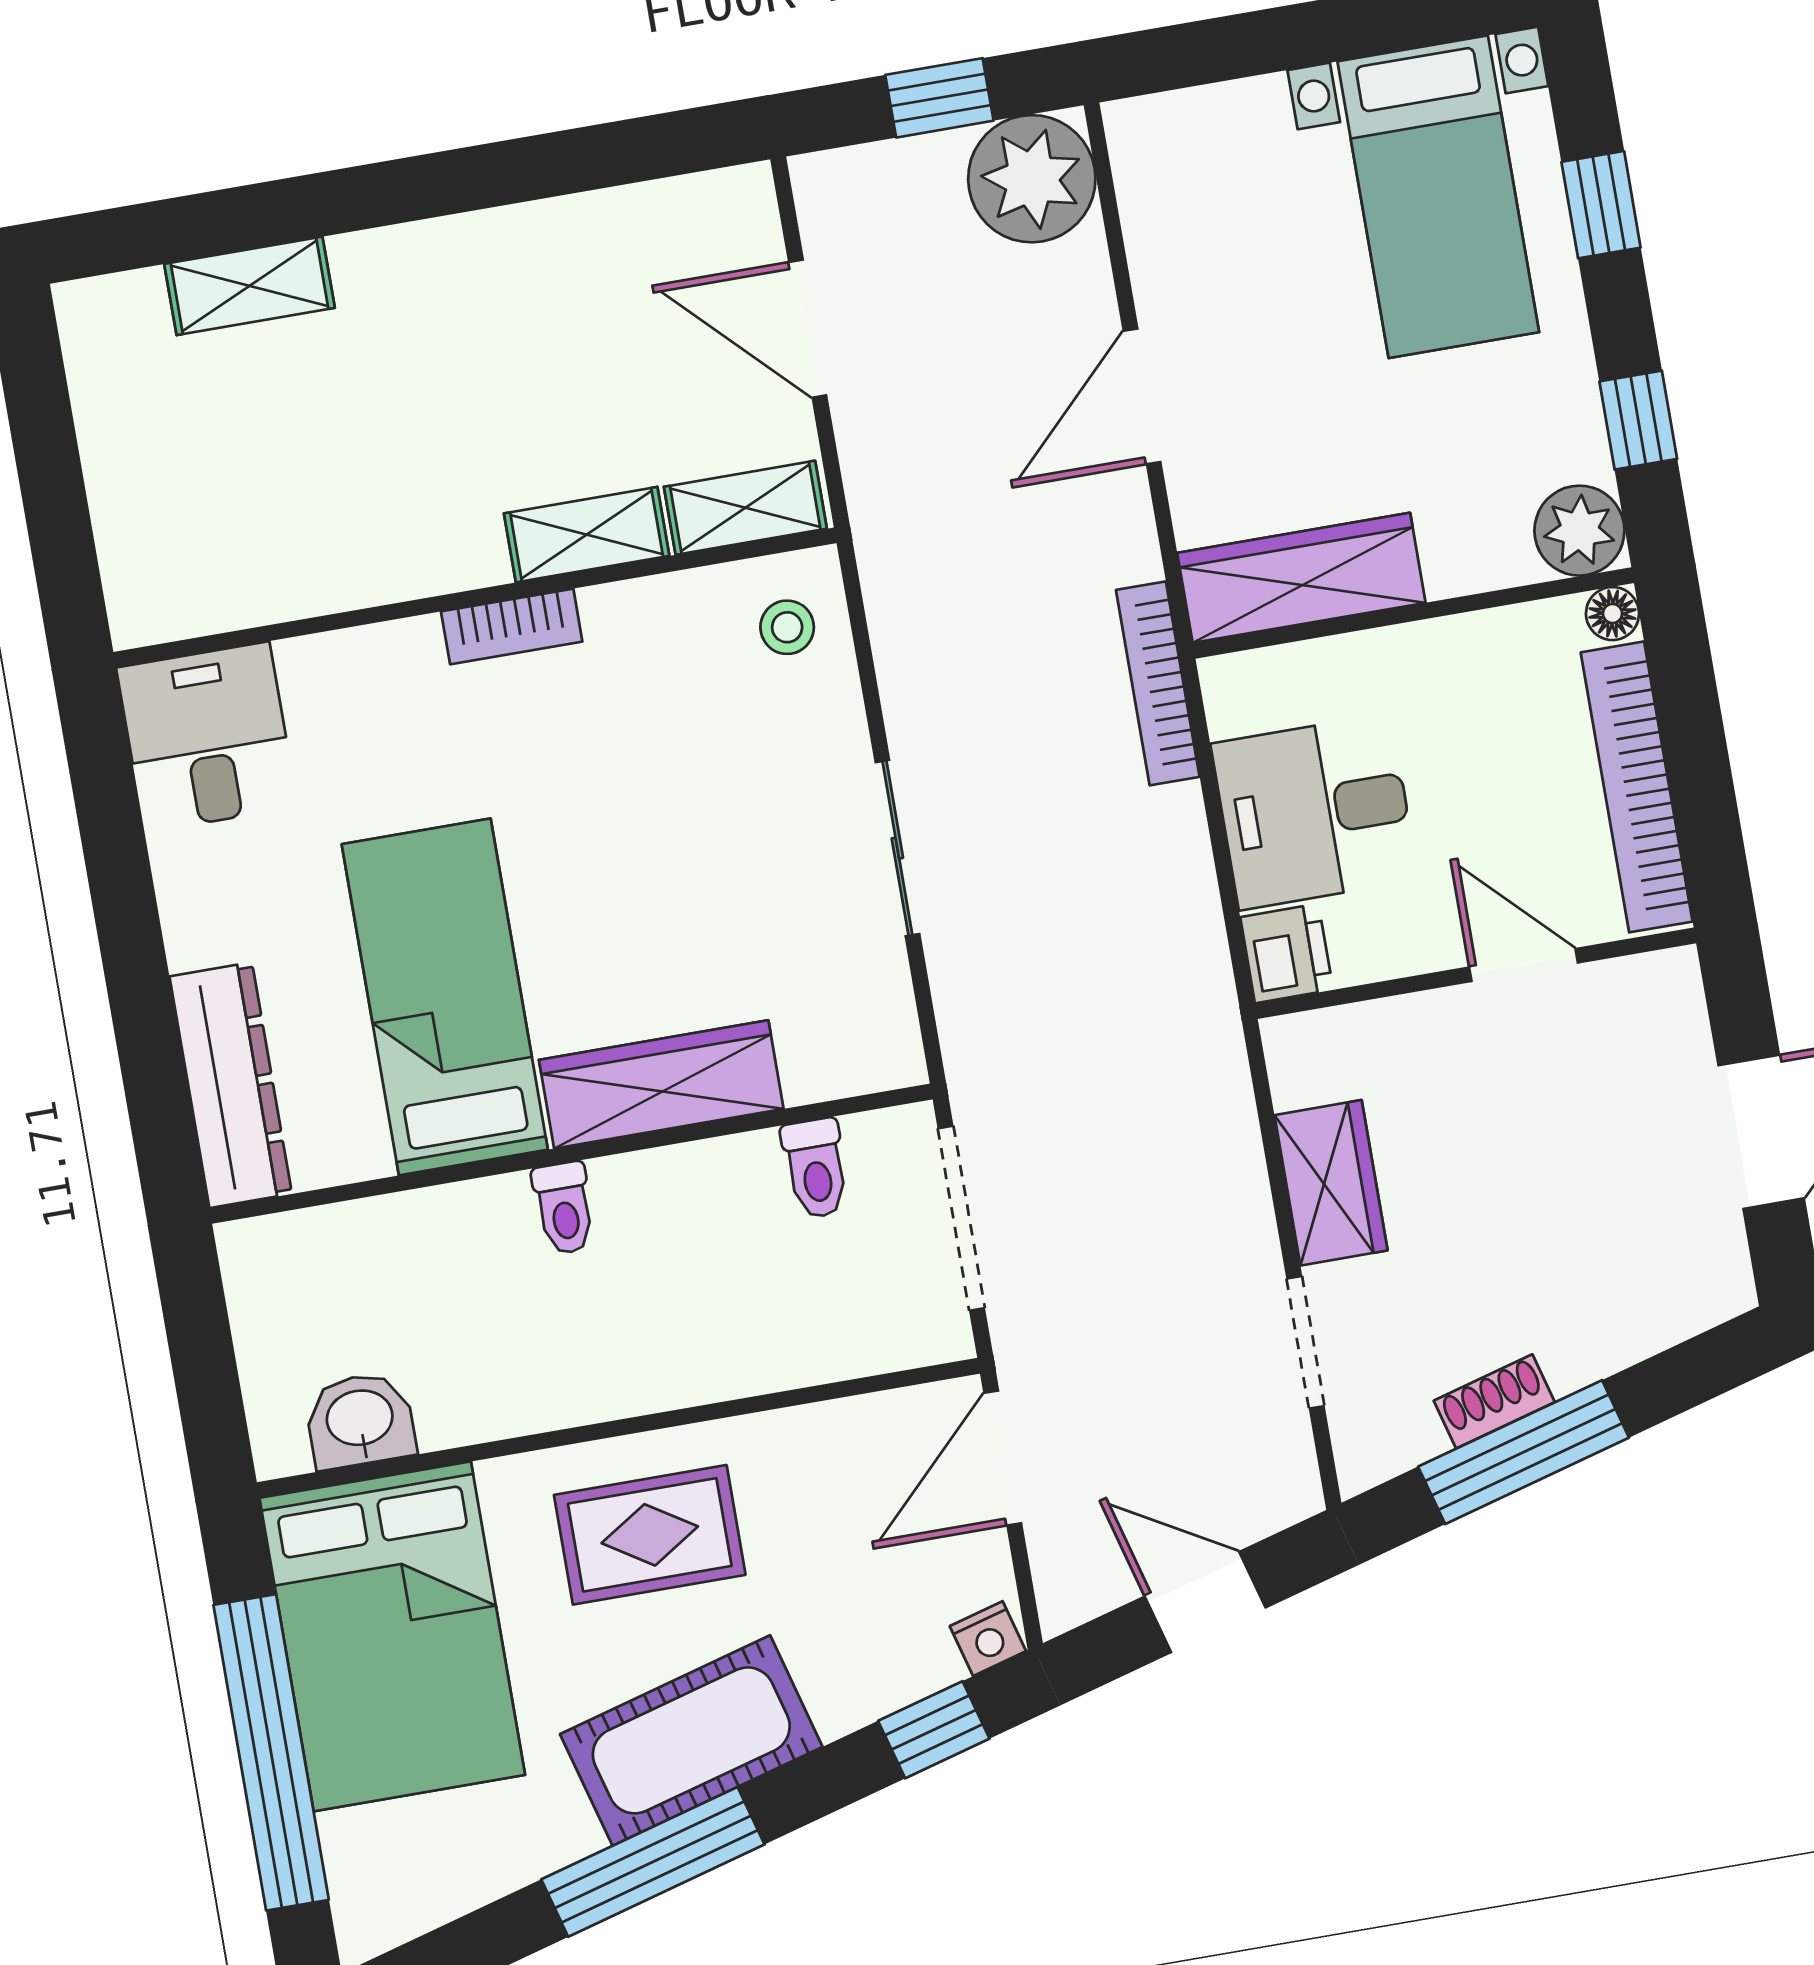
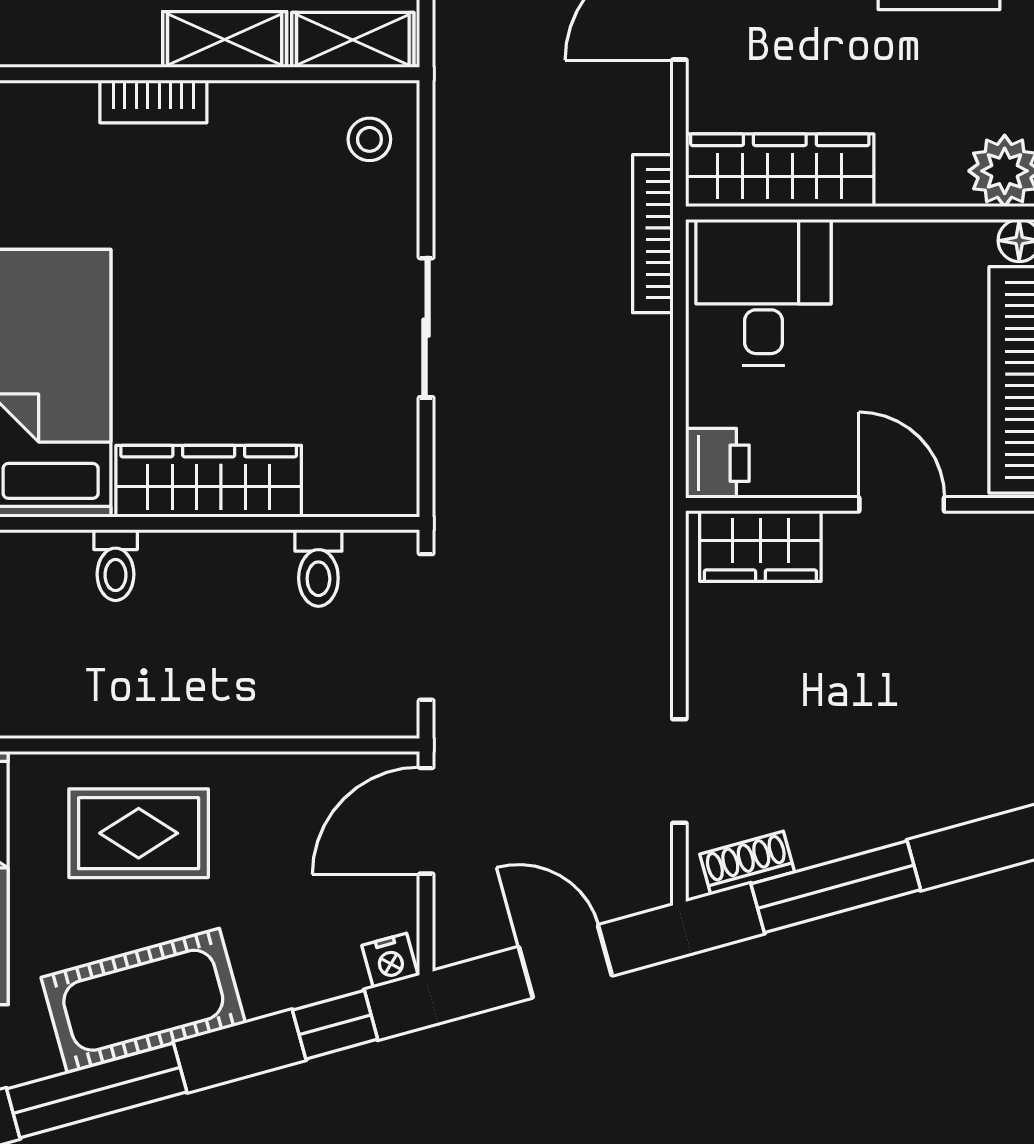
desk: (1315, 812) -> (764, 292), moved, turned 90
wardrobe: (1331, 1183) -> (760, 546), moved, turned 90
shoe rack: (1494, 1401) -> (747, 863), moved

